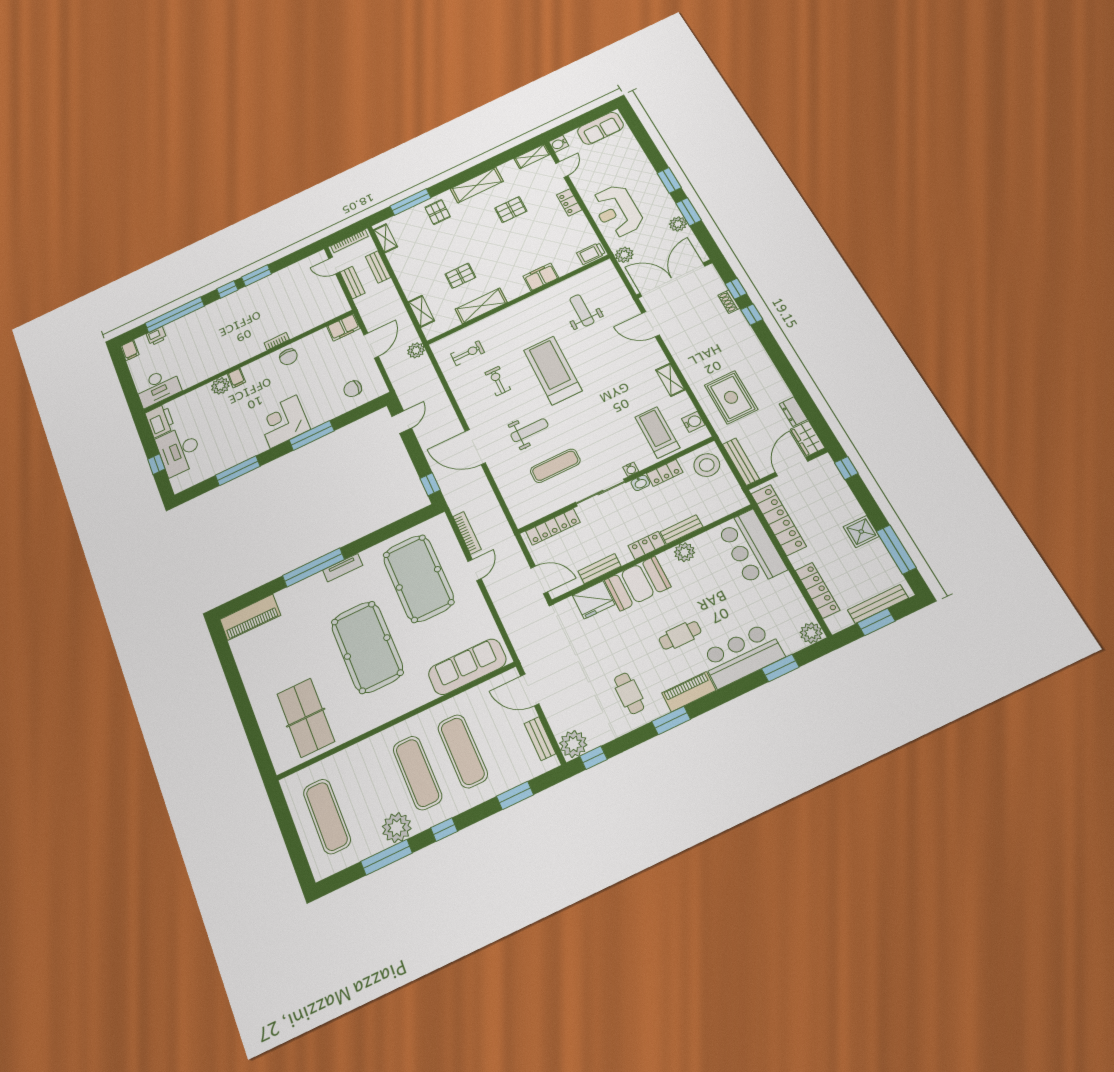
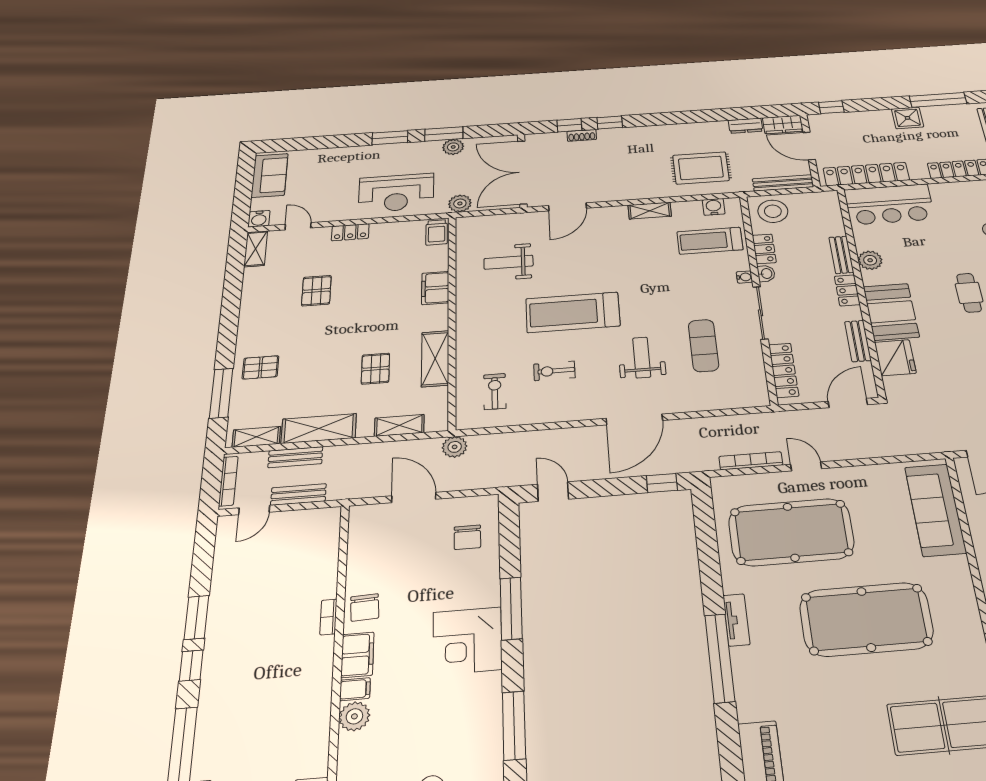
shelving: (477, 185) -> (319, 428), moved, turned 90
filing cabinet: (344, 327) -> (357, 655), moved
chair: (288, 357) -> (365, 607), turned 87

